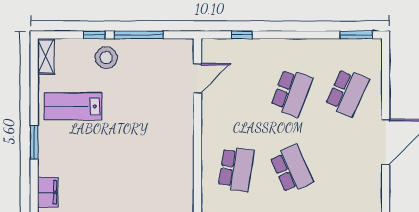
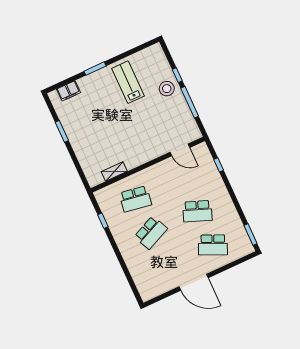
shelving: (46, 56) -> (114, 171), moved

